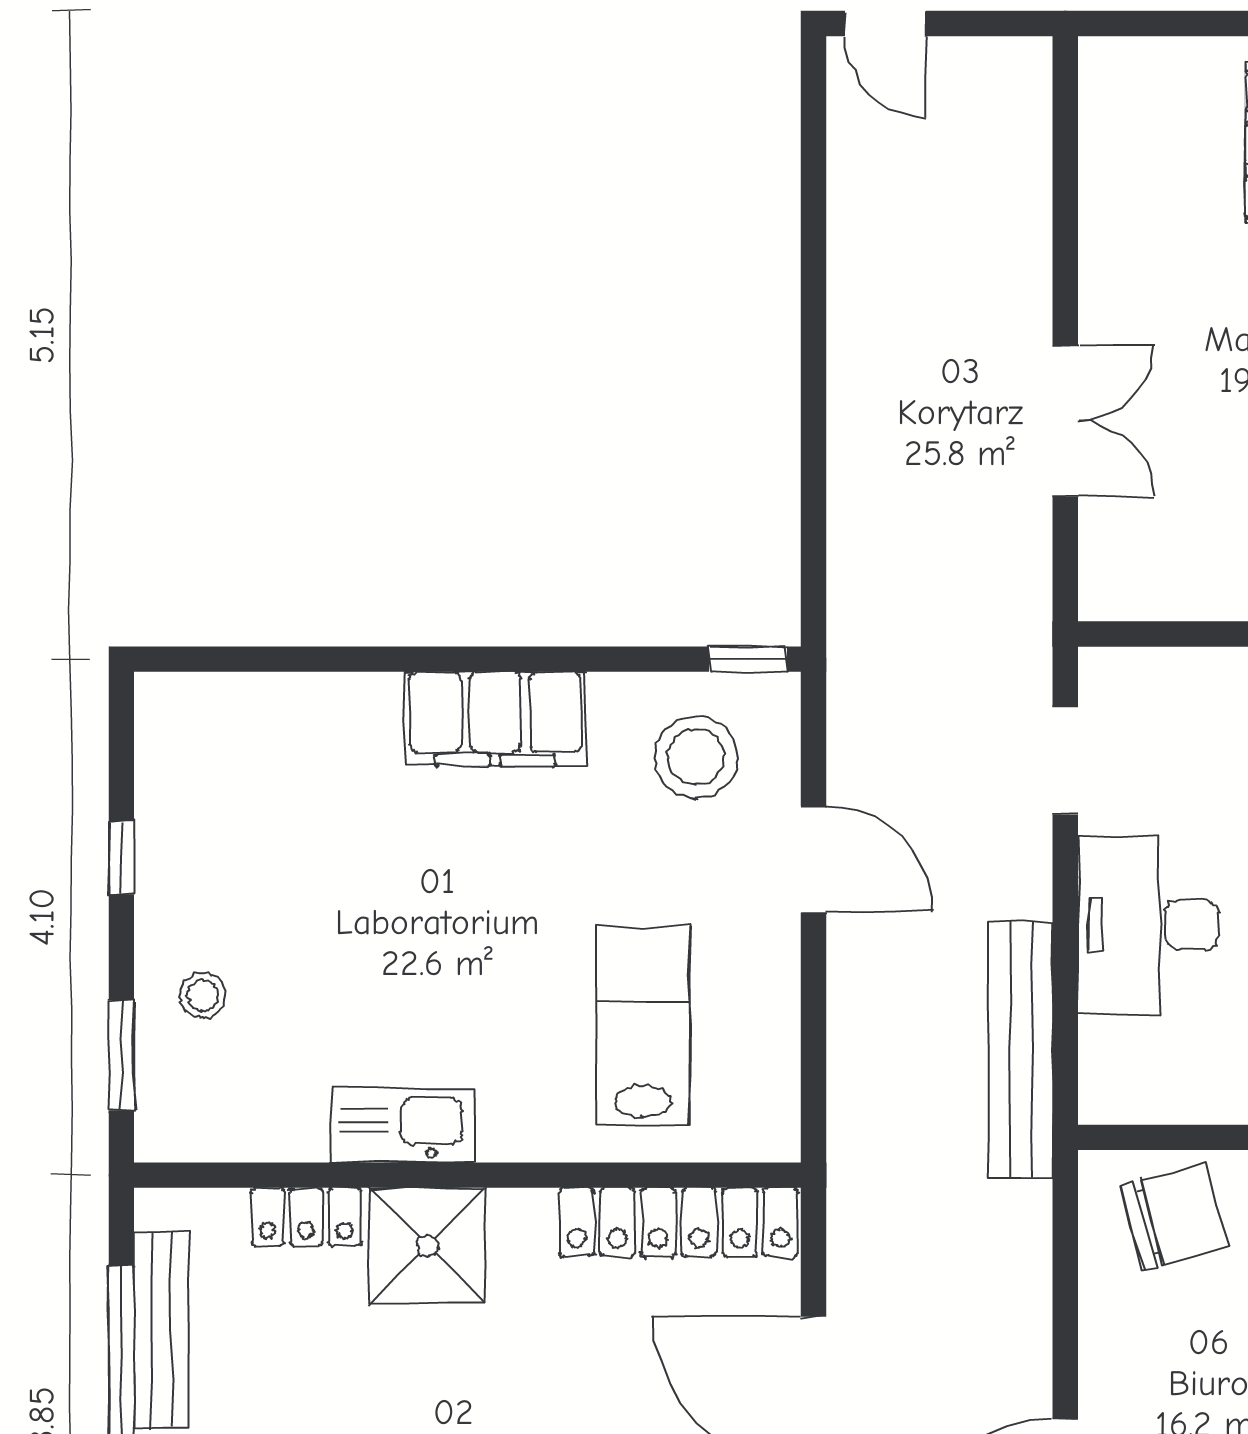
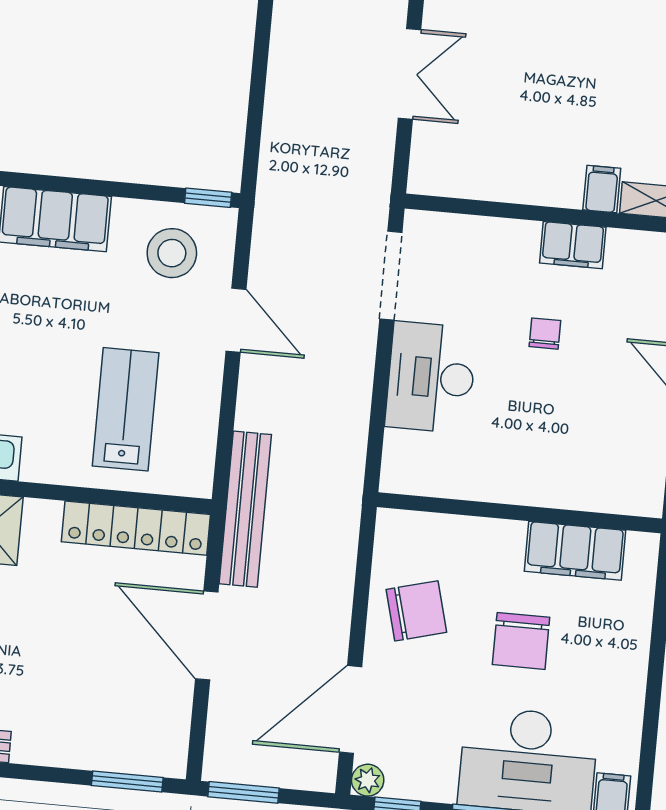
doorway: (1065, 761) -> (391, 276), width x1.38
bench: (1021, 1050) -> (245, 509), moved
chair: (1174, 1216) -> (416, 611), moved

